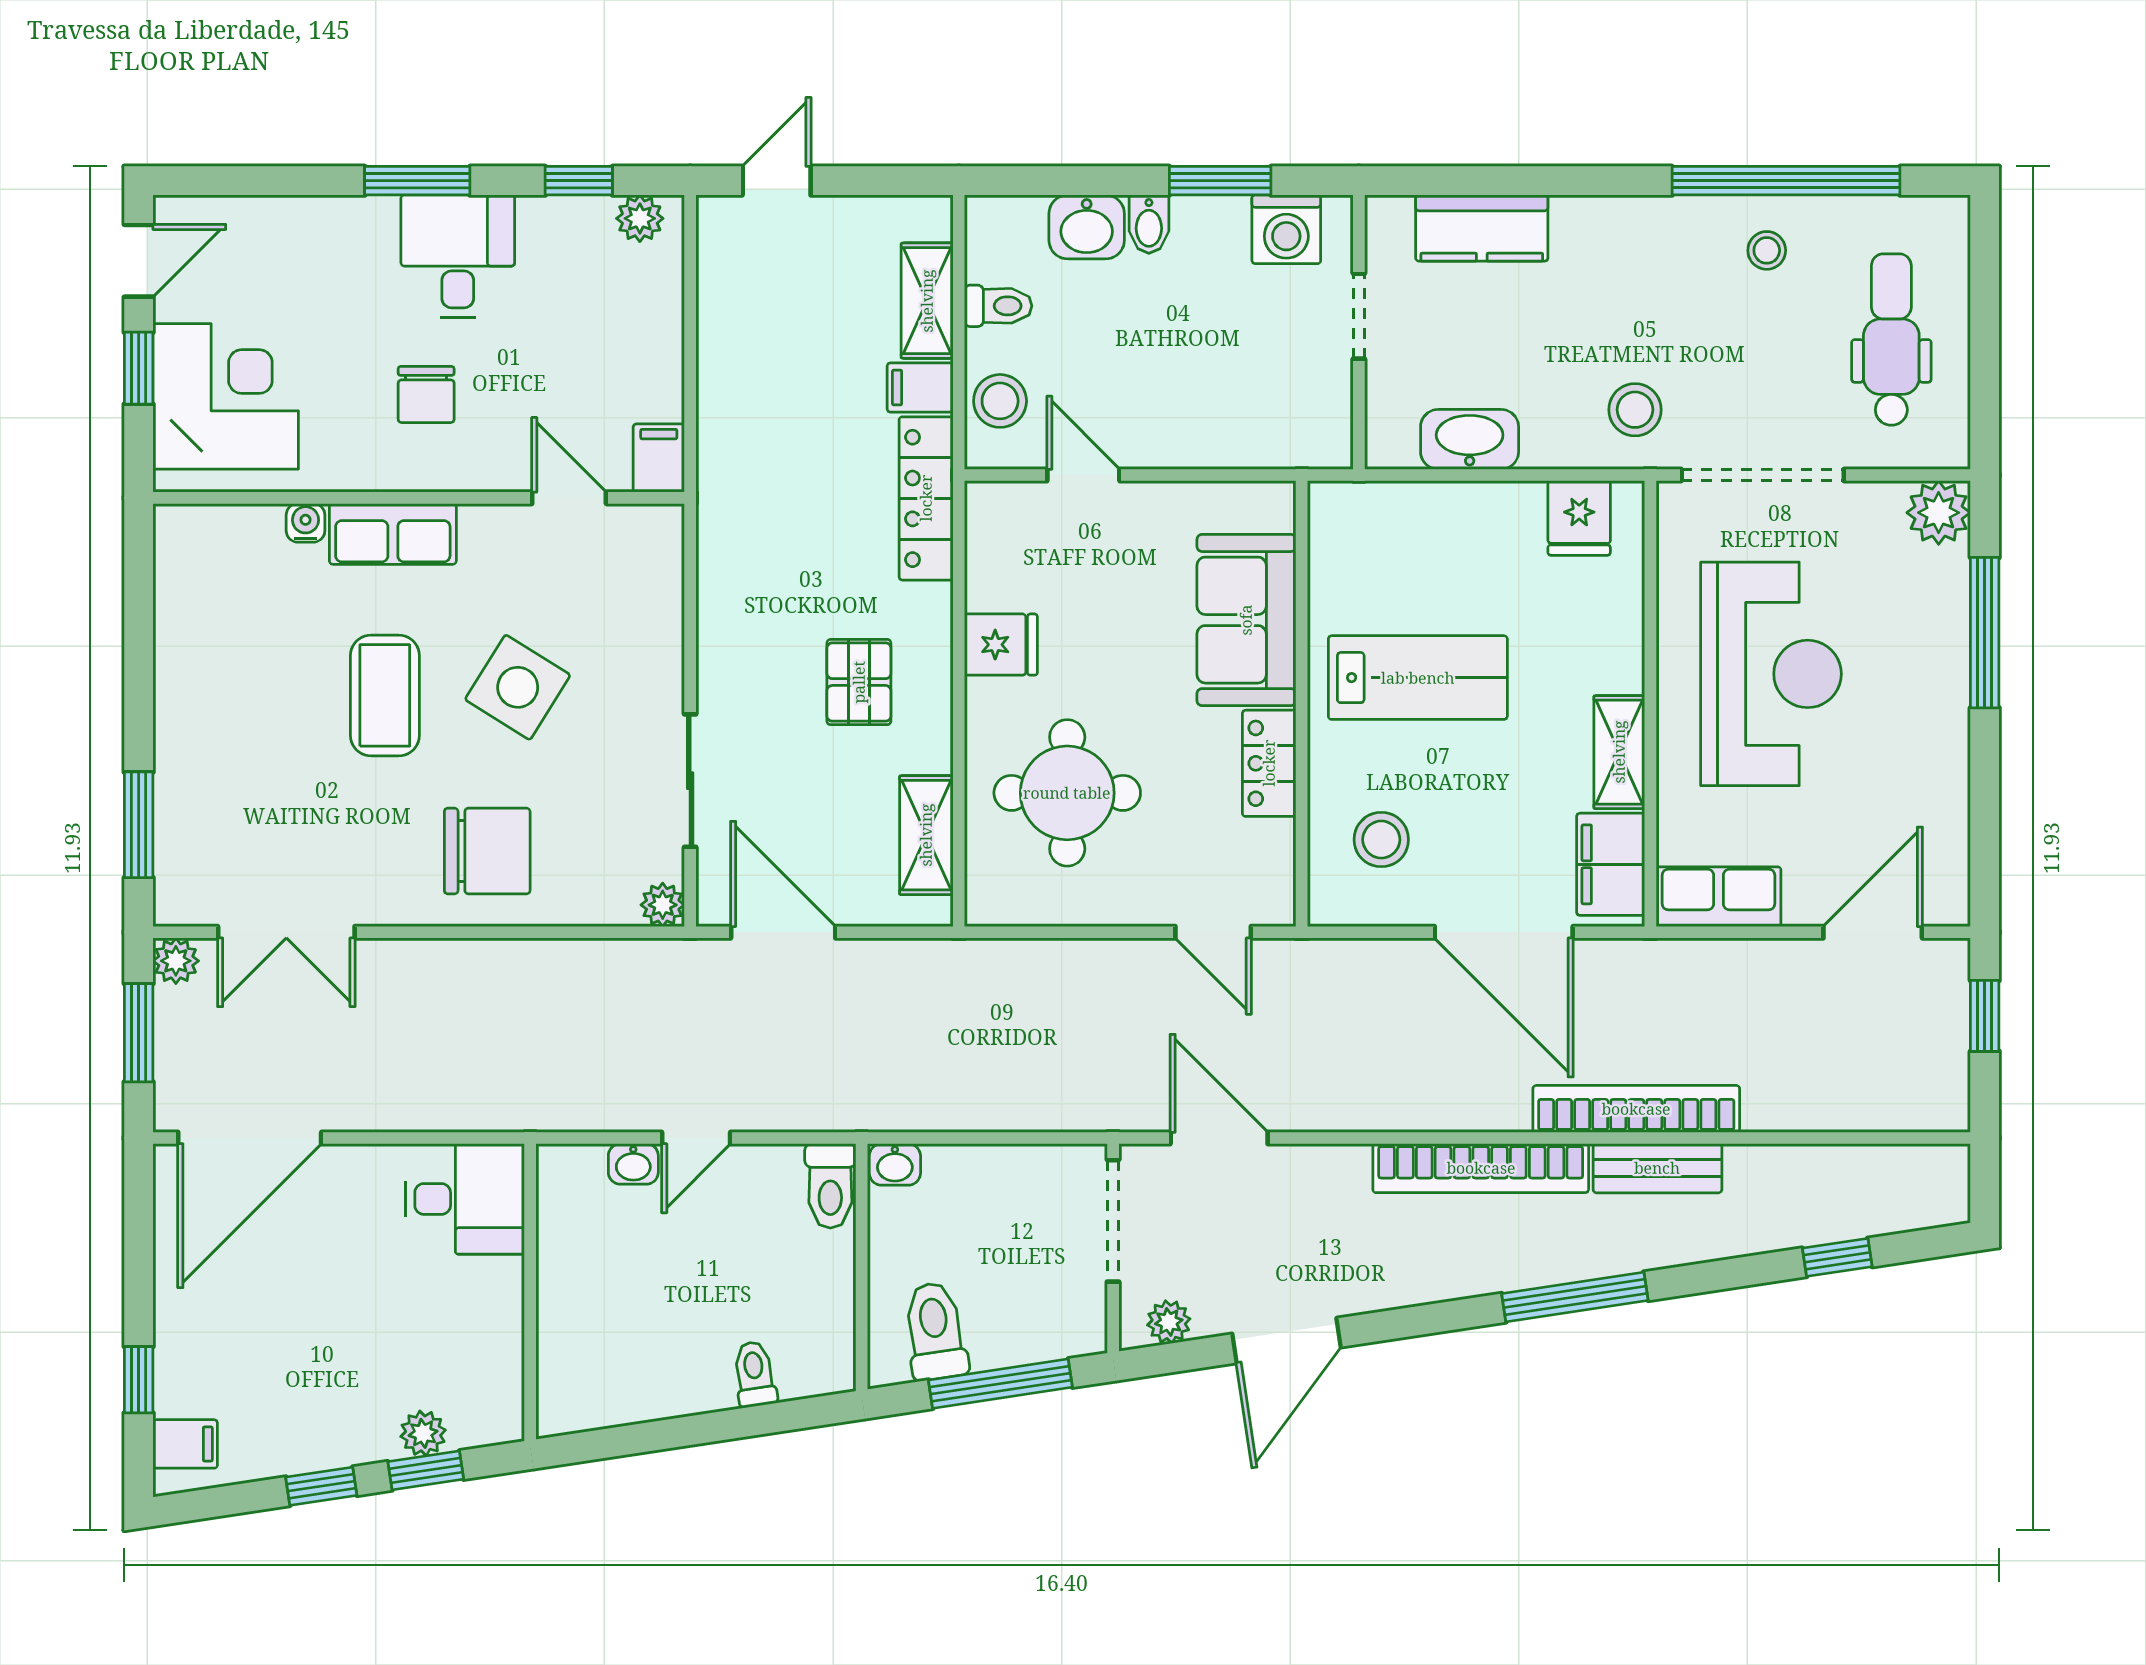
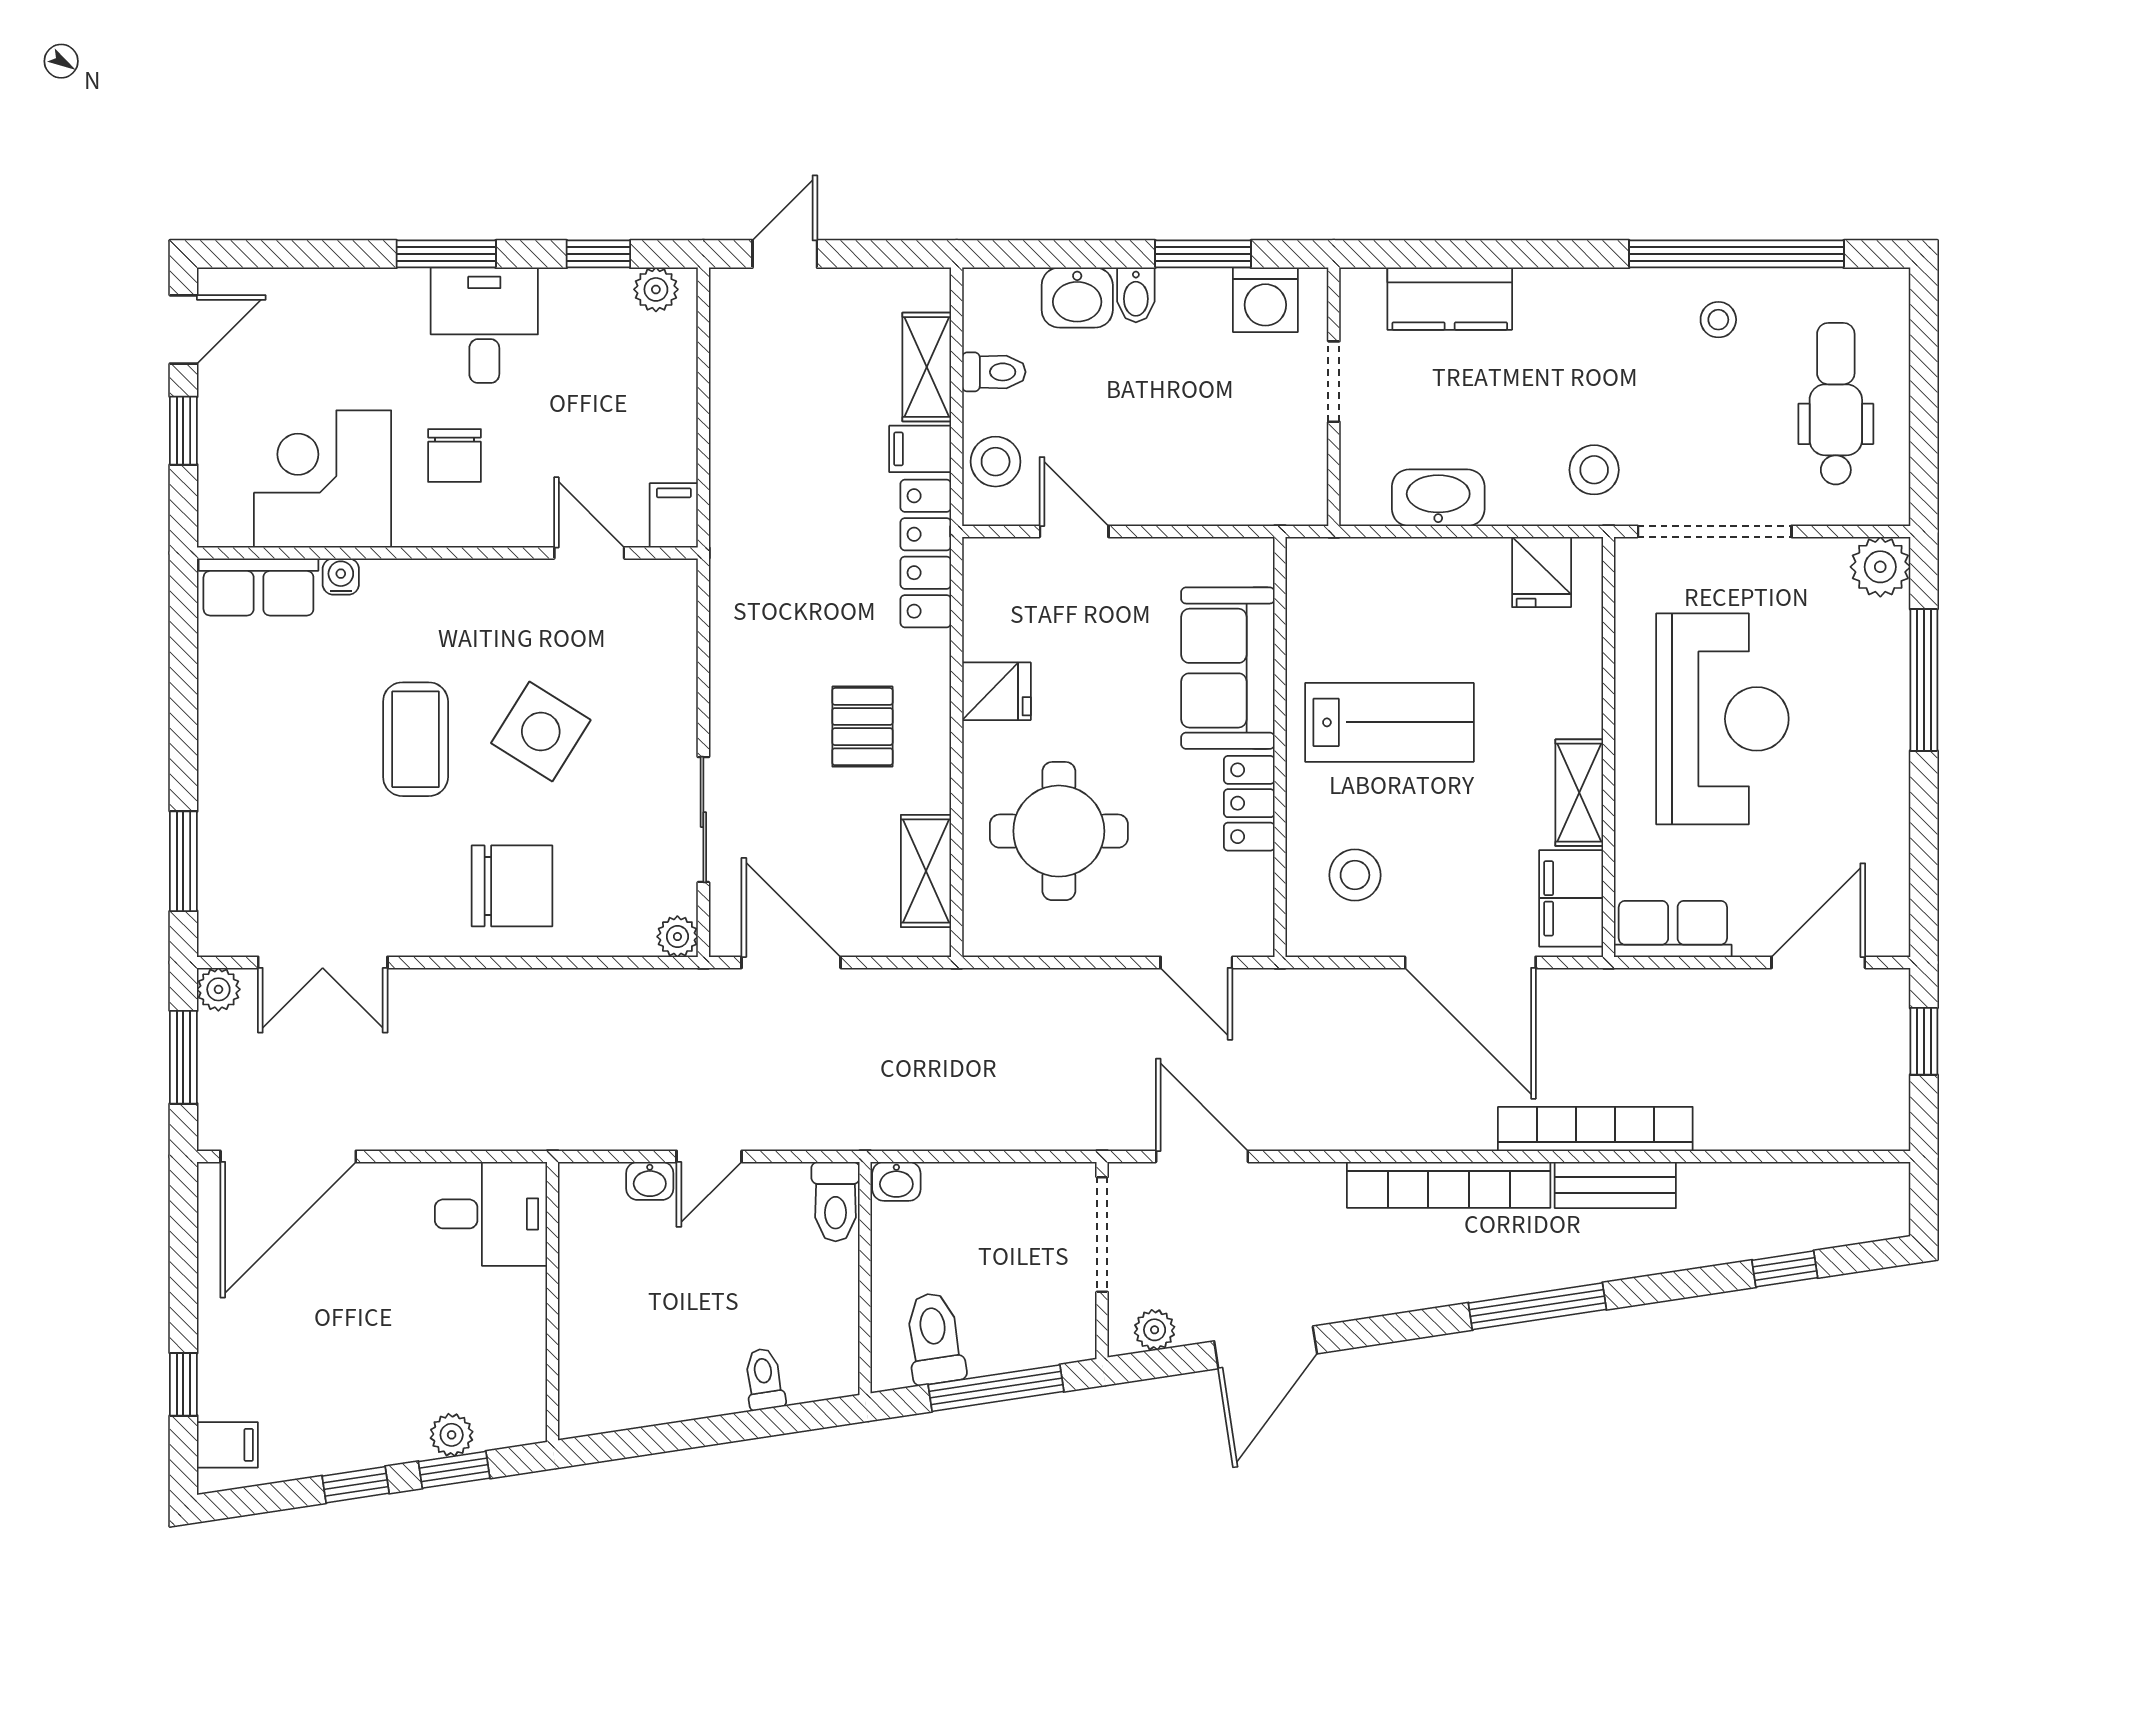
corner desk: (226, 396) -> (323, 479), moved, turned -90
row of seats: (393, 534) -> (258, 587), moved

